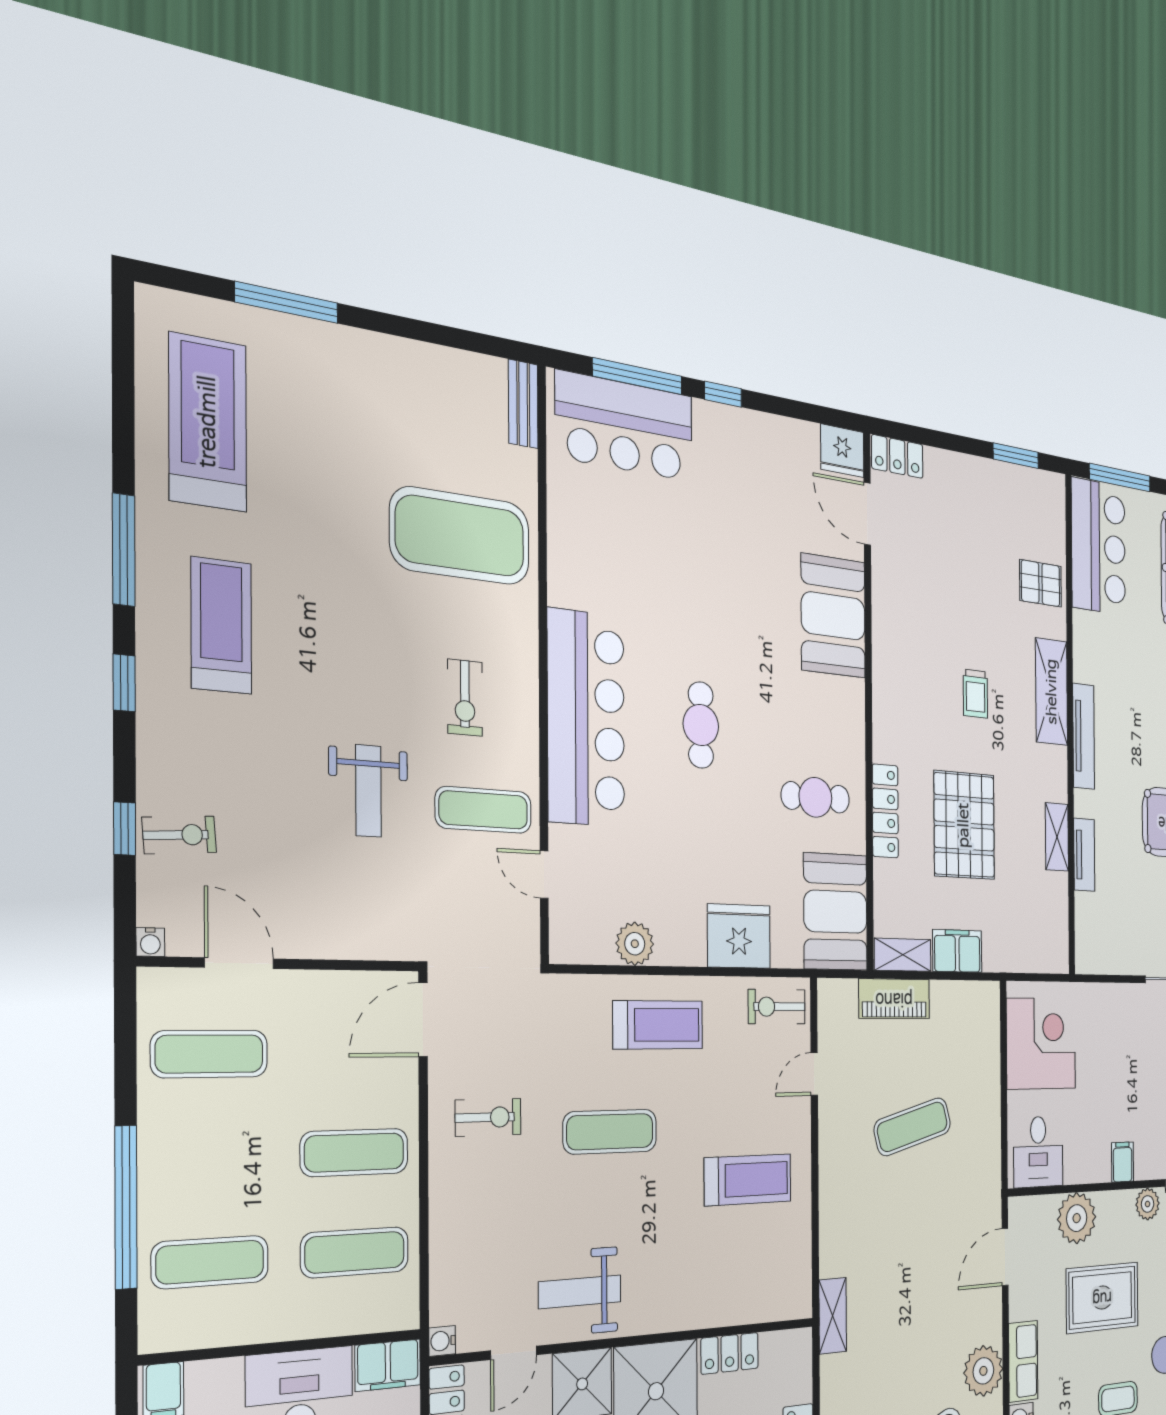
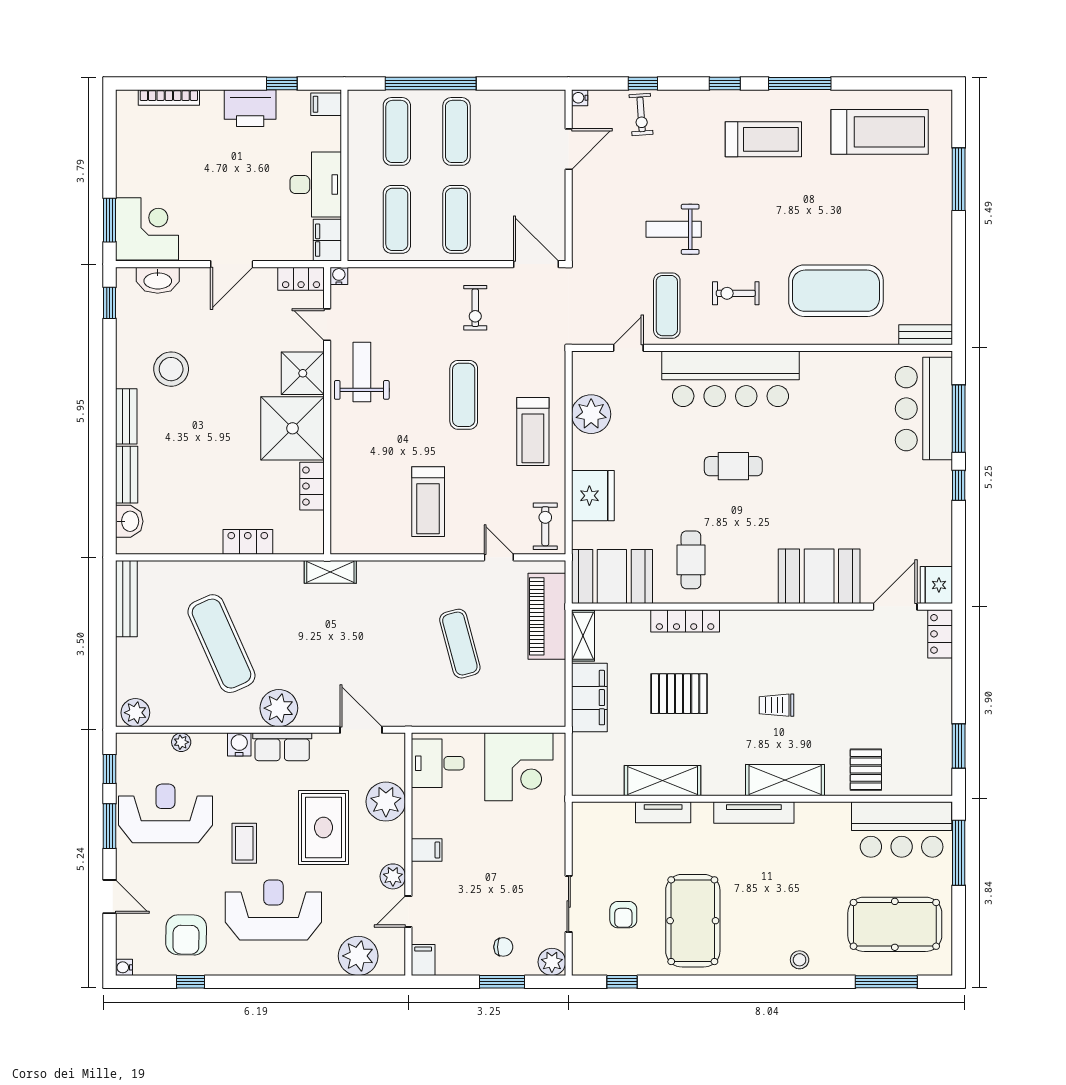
exercise mat: (460, 536) -> (836, 291), turned 90
pallet: (964, 825) -> (679, 694), width x0.73, depth x0.71
shelving: (1057, 837) -> (663, 781), width x1.50, depth x1.33
plant: (635, 944) -> (591, 414), width x1.36, depth x1.36
filing cabinet: (957, 951) -> (589, 698), width x1.50, depth x1.17
piano: (894, 999) -> (547, 616), width x1.37, depth x1.33
exercise mat: (210, 1054) -> (456, 131), moved

